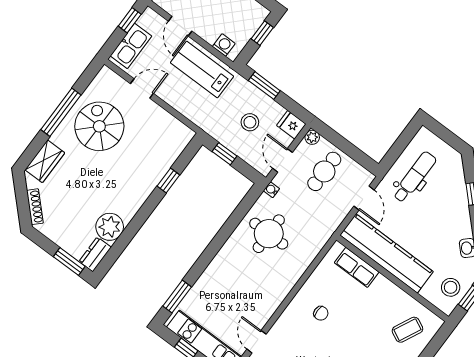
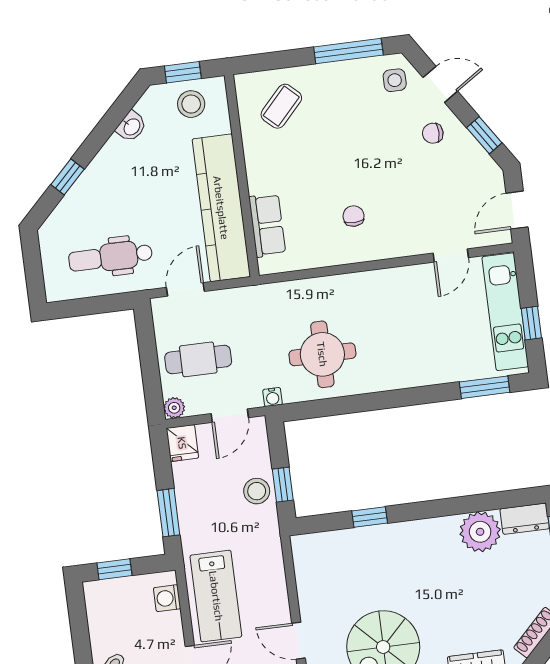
stool: (250, 122) -> (257, 491), moved
coffee table: (407, 330) -> (281, 106), turned -73

